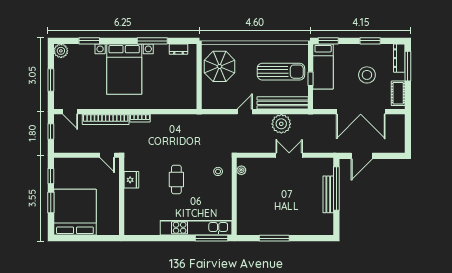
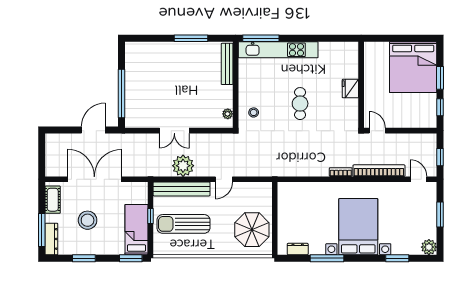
fridge: (131, 180) -> (350, 89), moved
bench: (328, 194) -> (227, 64), moved

